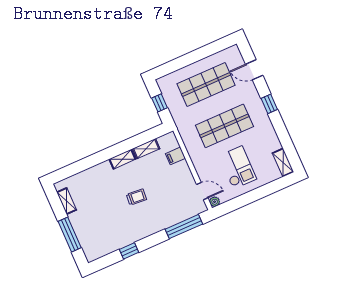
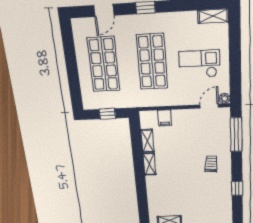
trolley: (136, 197) -> (211, 164), moved

